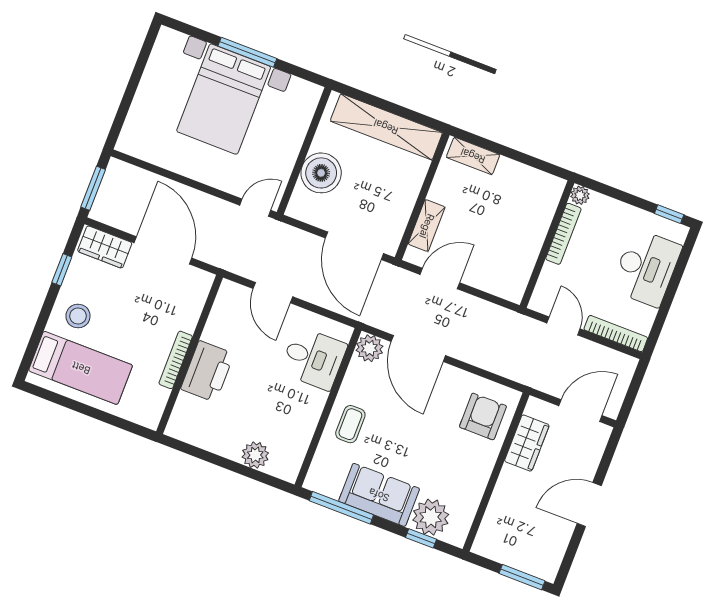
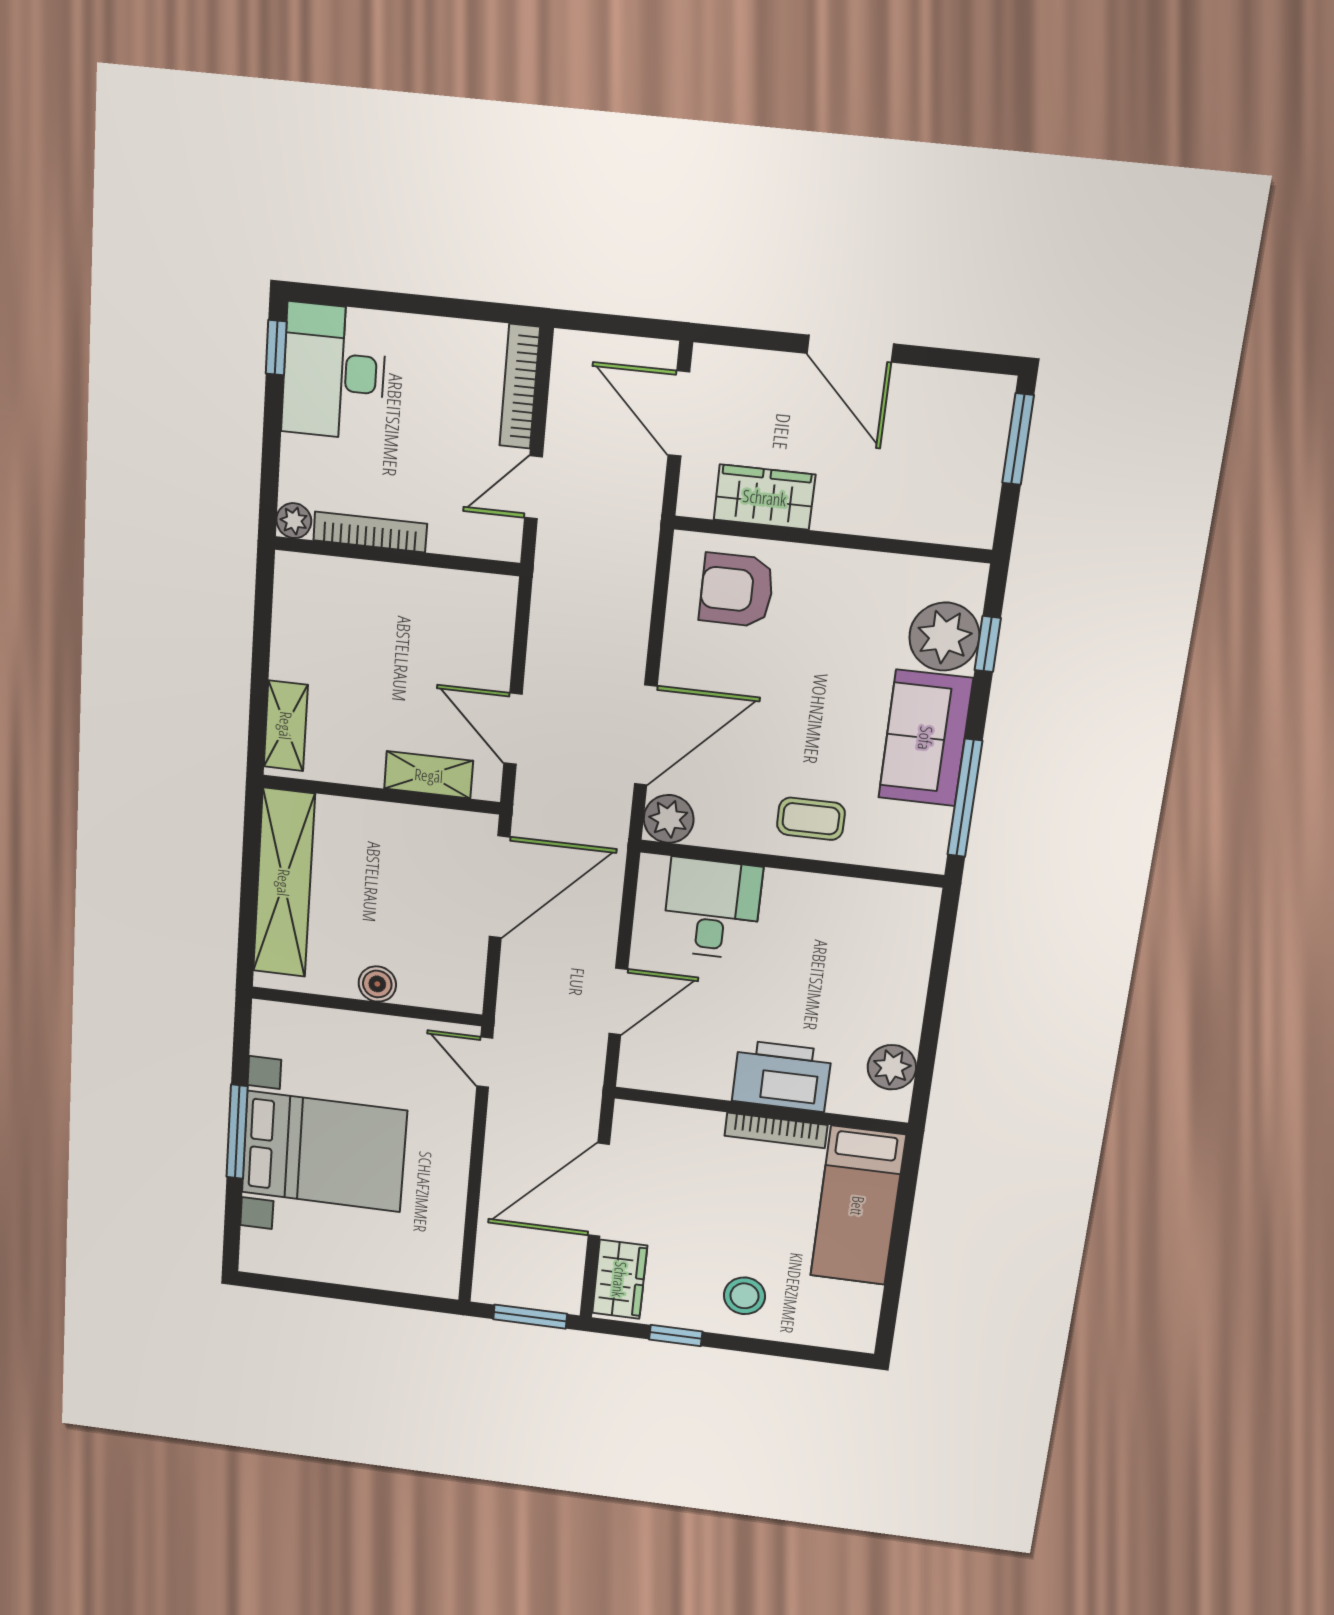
boiler: (321, 173) -> (377, 984), width x0.54, depth x0.54
desk: (646, 268) -> (334, 372), moved, turned -90
bed: (81, 368) -> (858, 1206), moved, turned 180
plant: (255, 455) -> (892, 1067), moved

